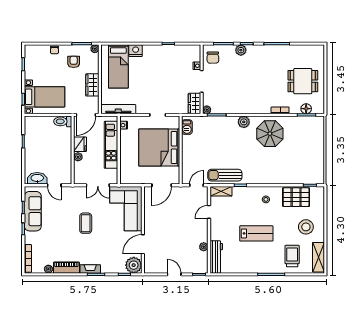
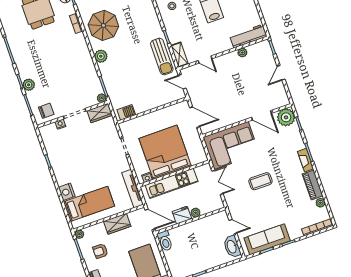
bed: (159, 148) -> (165, 152), moved, turned 180
door: (54, 185) -> (233, 227), hinge flipped

